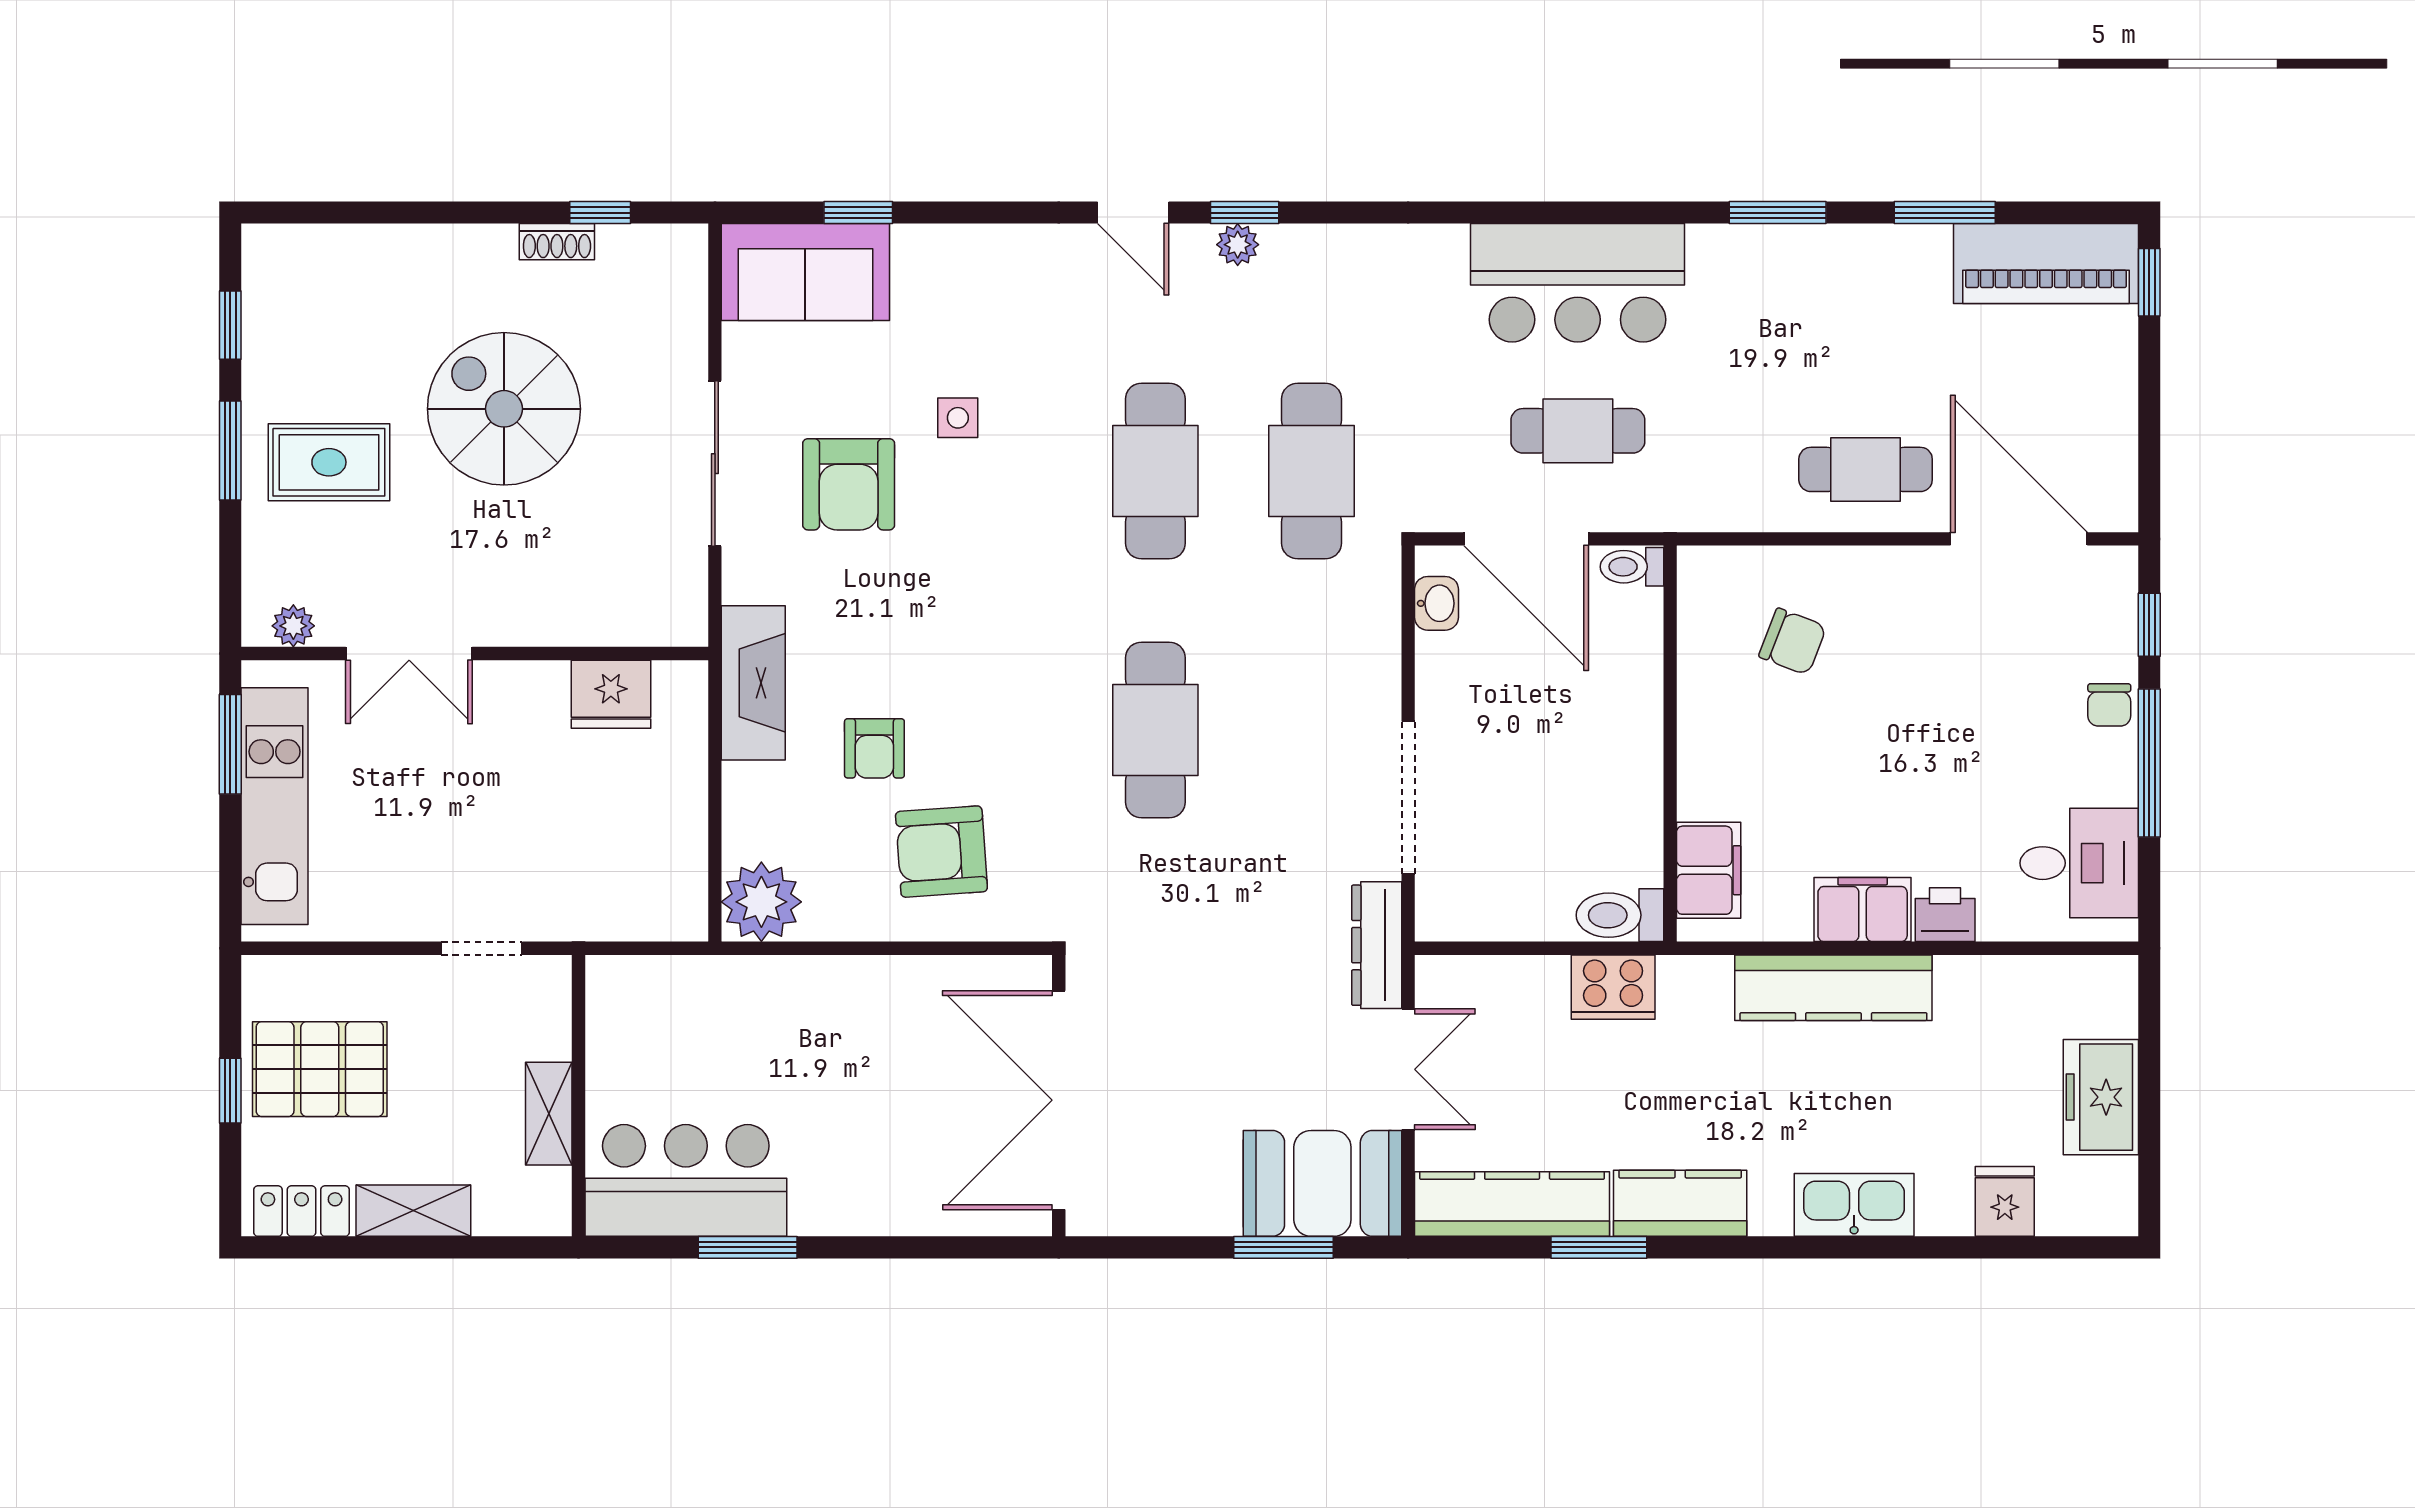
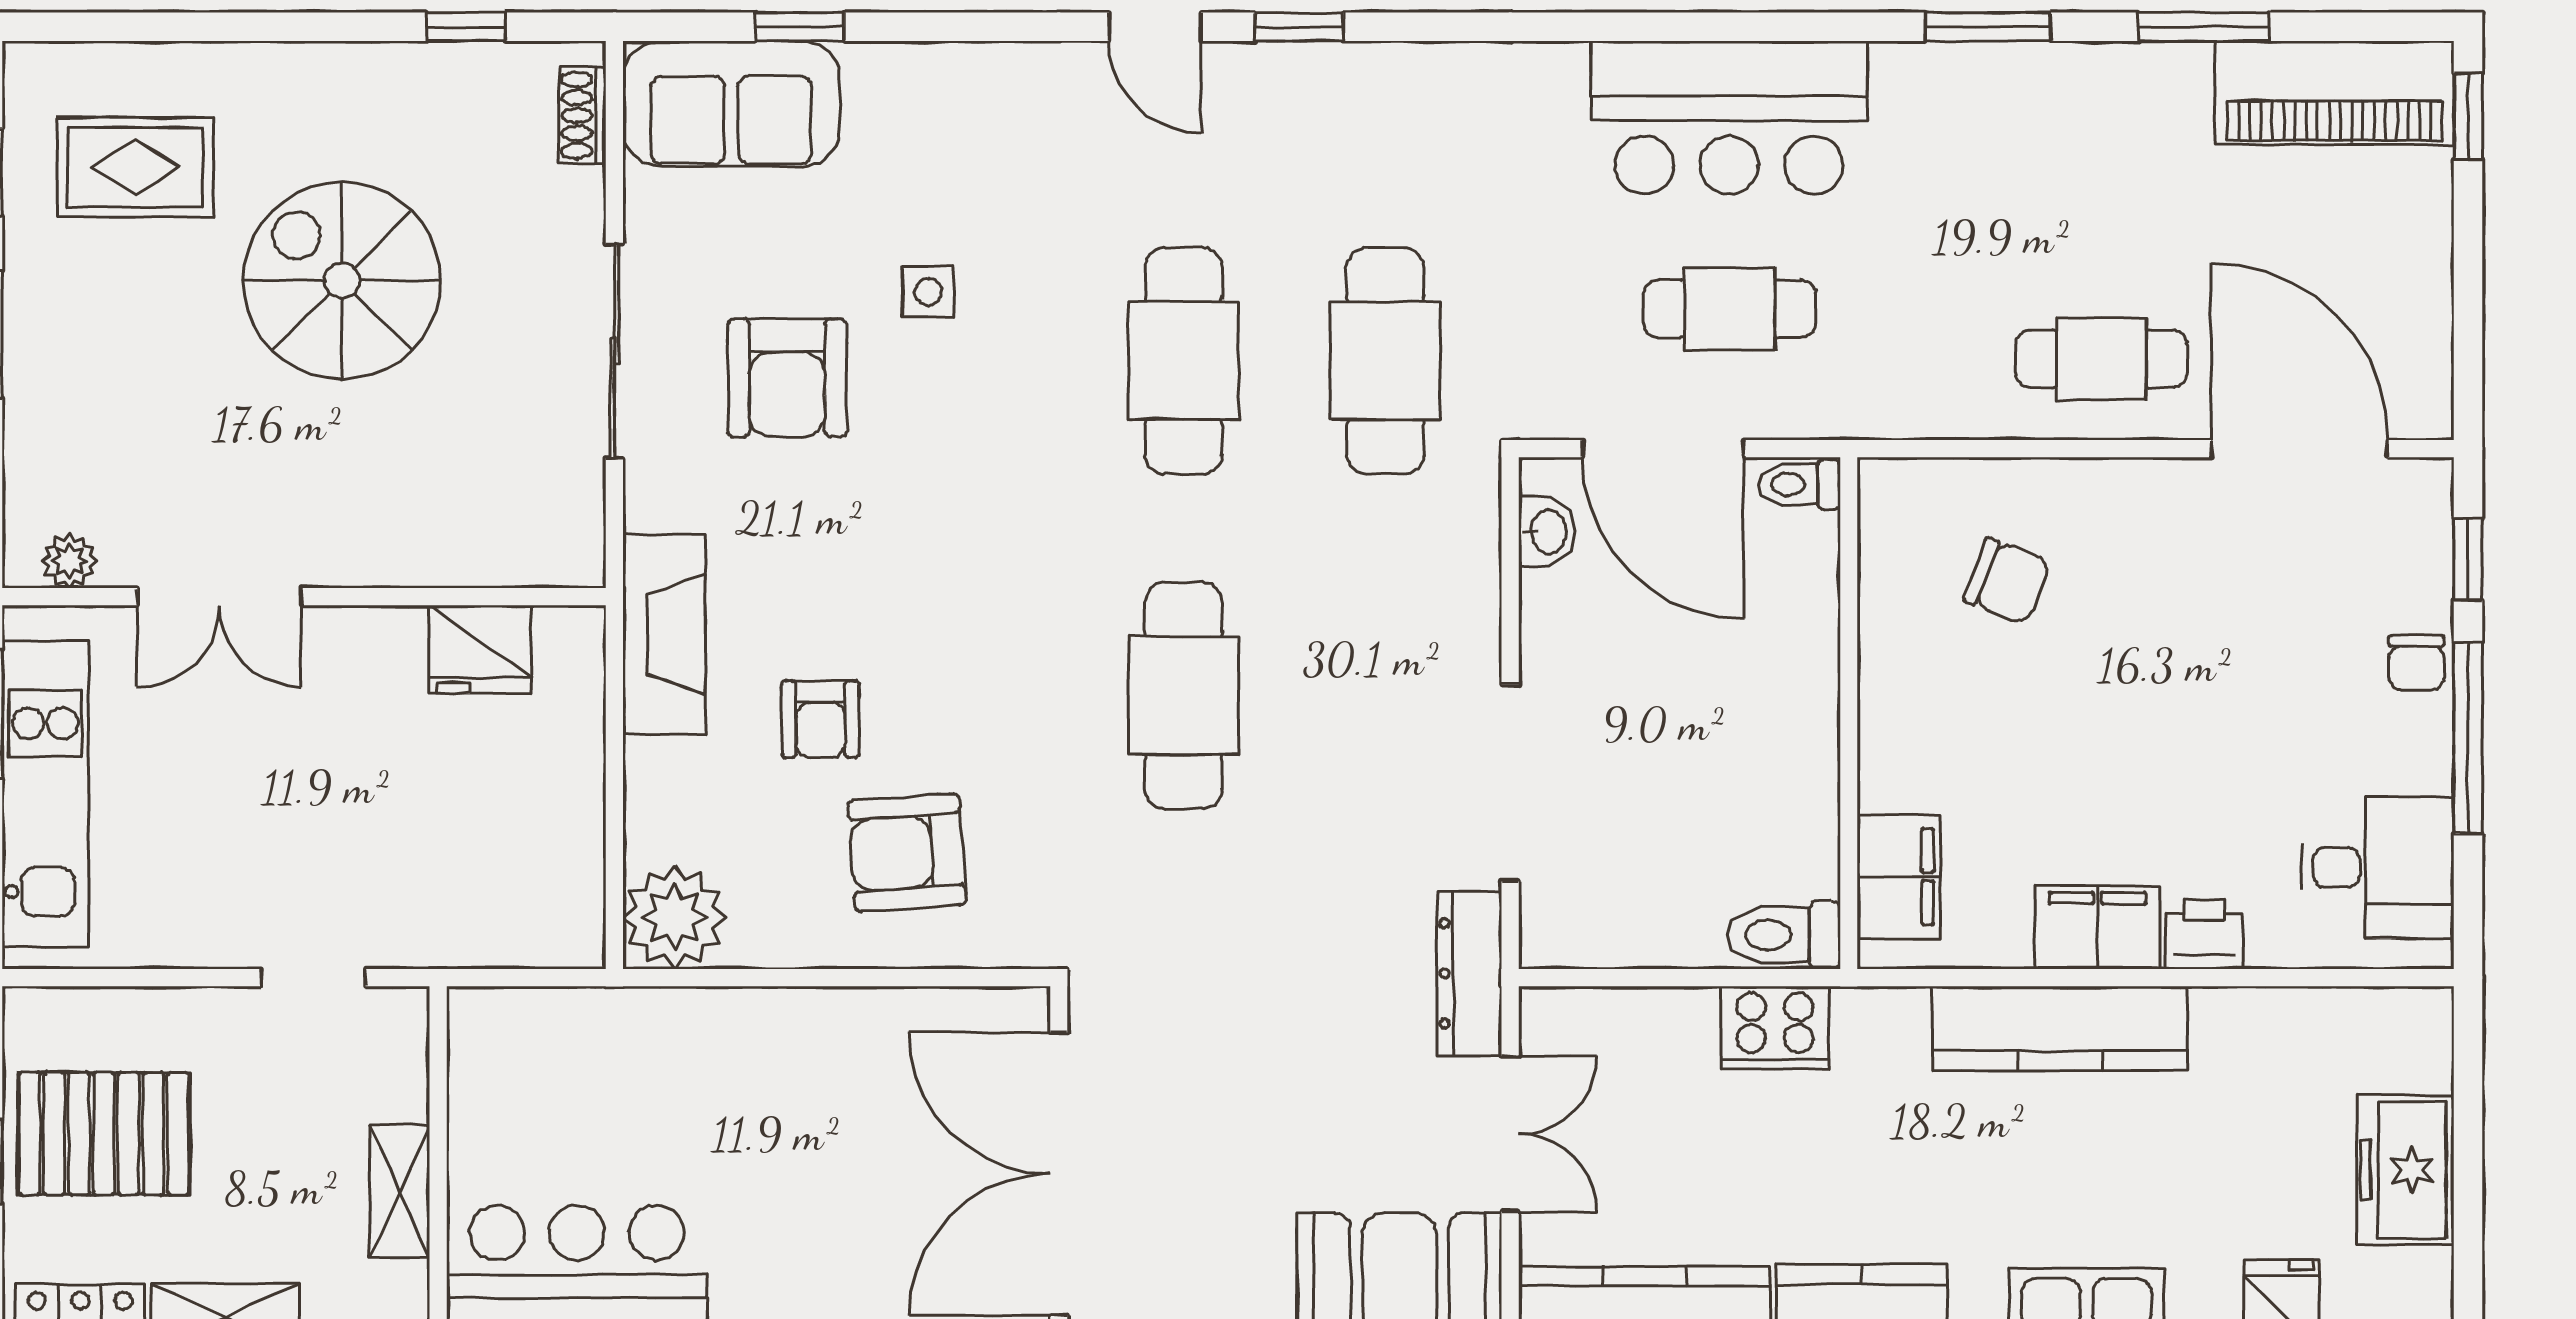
shoe rack: (557, 242) -> (582, 115), moved, turned 90
plant: (1238, 245) -> (1290, 68), removed
rug: (329, 462) -> (135, 167), moved

